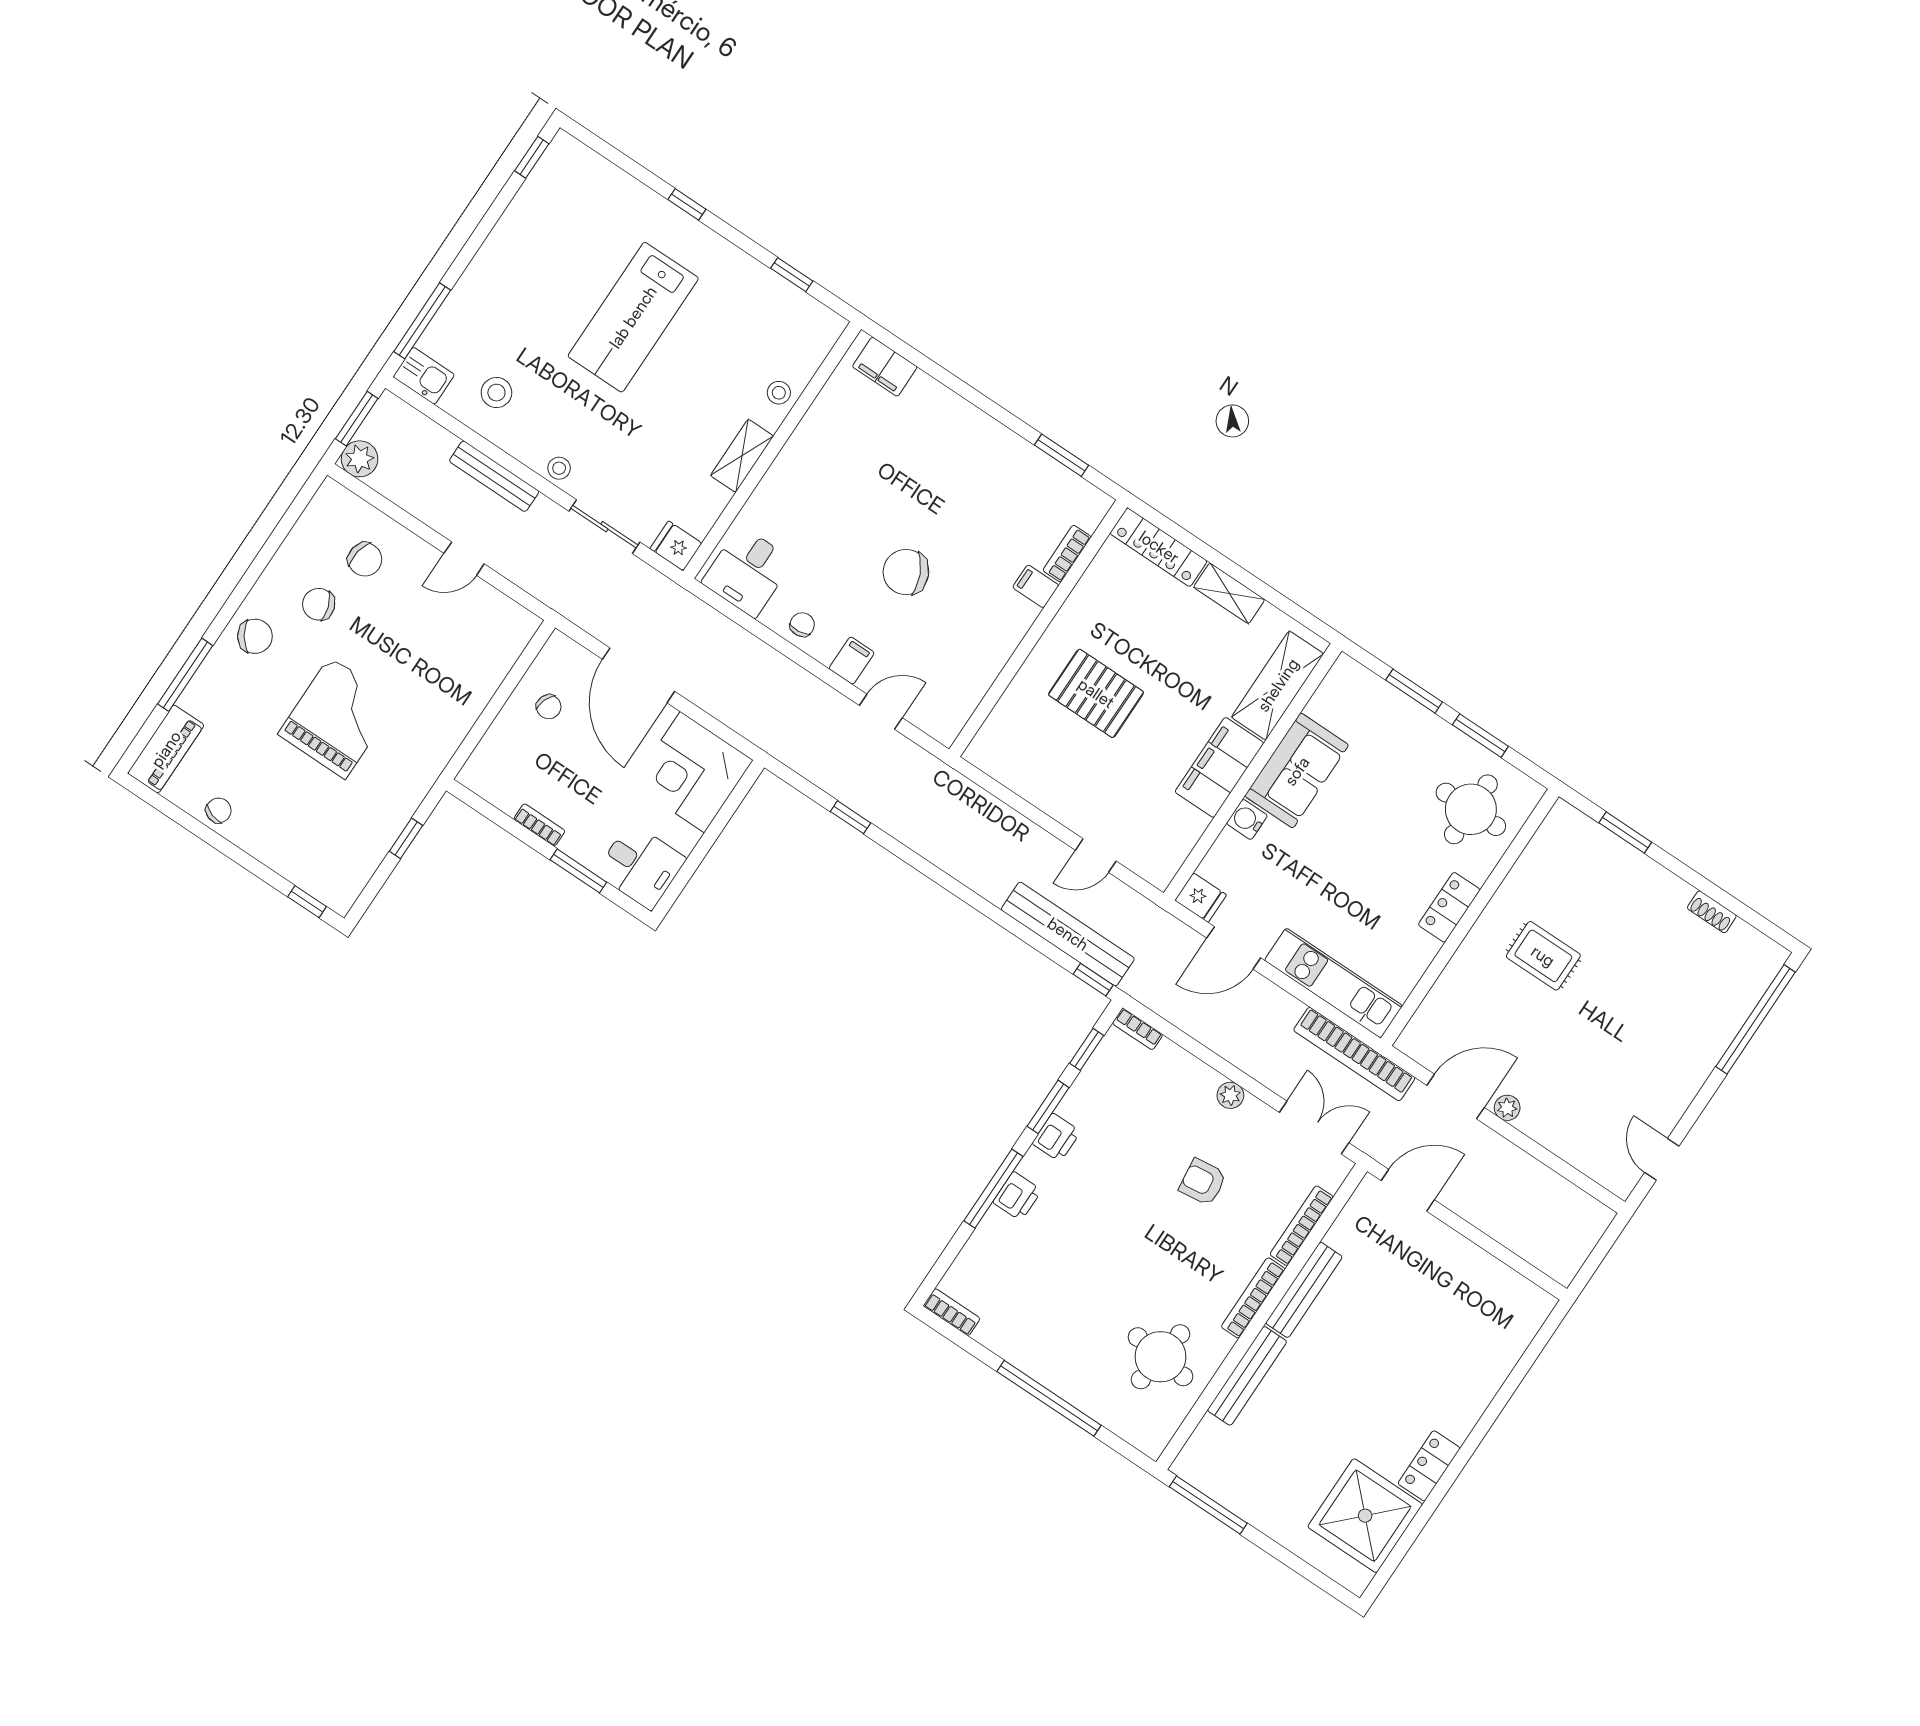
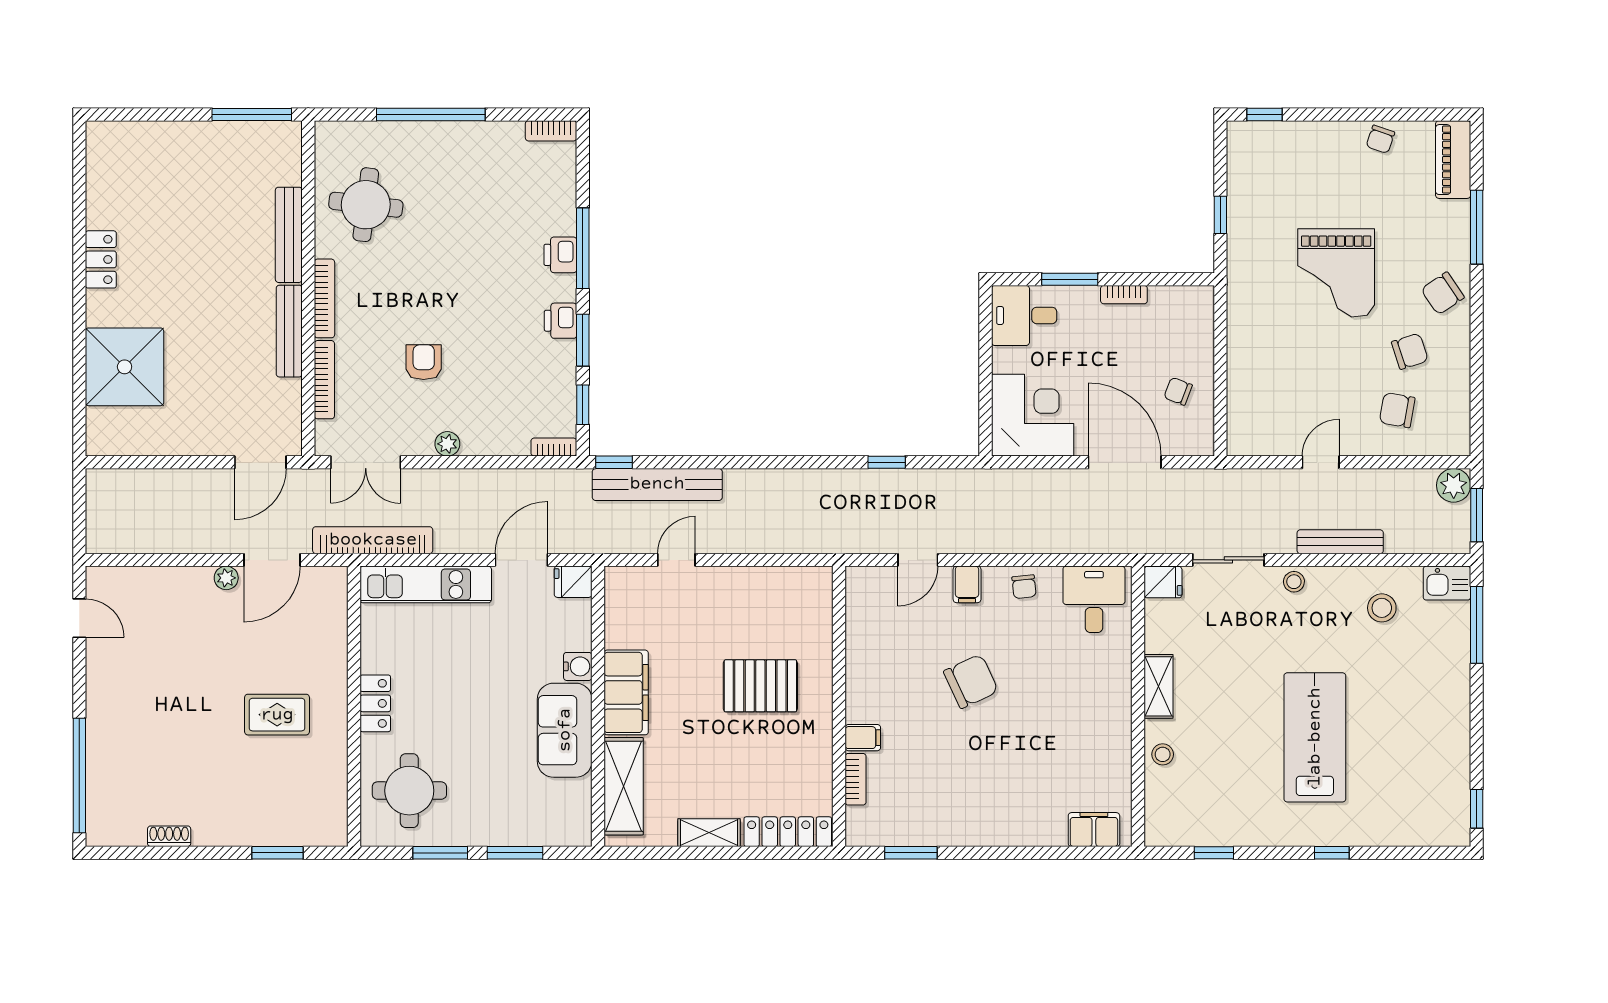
armchair: (1203, 1182) -> (424, 362), turned -83
shower: (1365, 1516) -> (125, 367), moved

